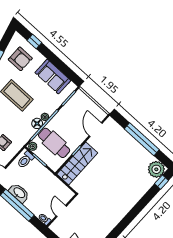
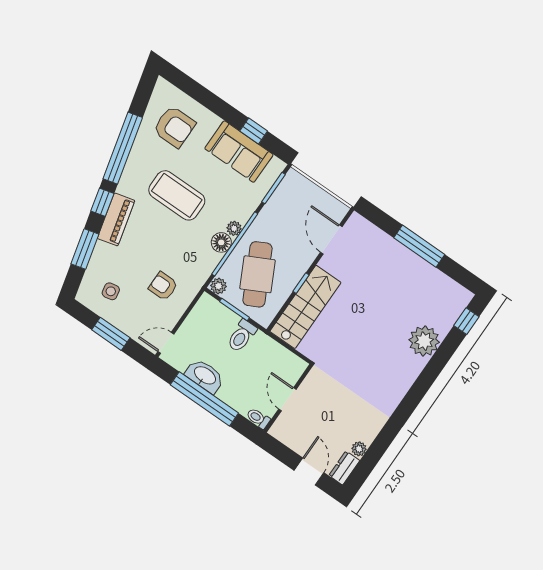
window: (34, 41) -> (254, 131), moved
window: (142, 139) -> (419, 246), width x0.68
cafe table: (54, 143) -> (258, 274), turned 63
toilet: (26, 160) -> (242, 336), moved
plant: (156, 169) -> (424, 341), moved

